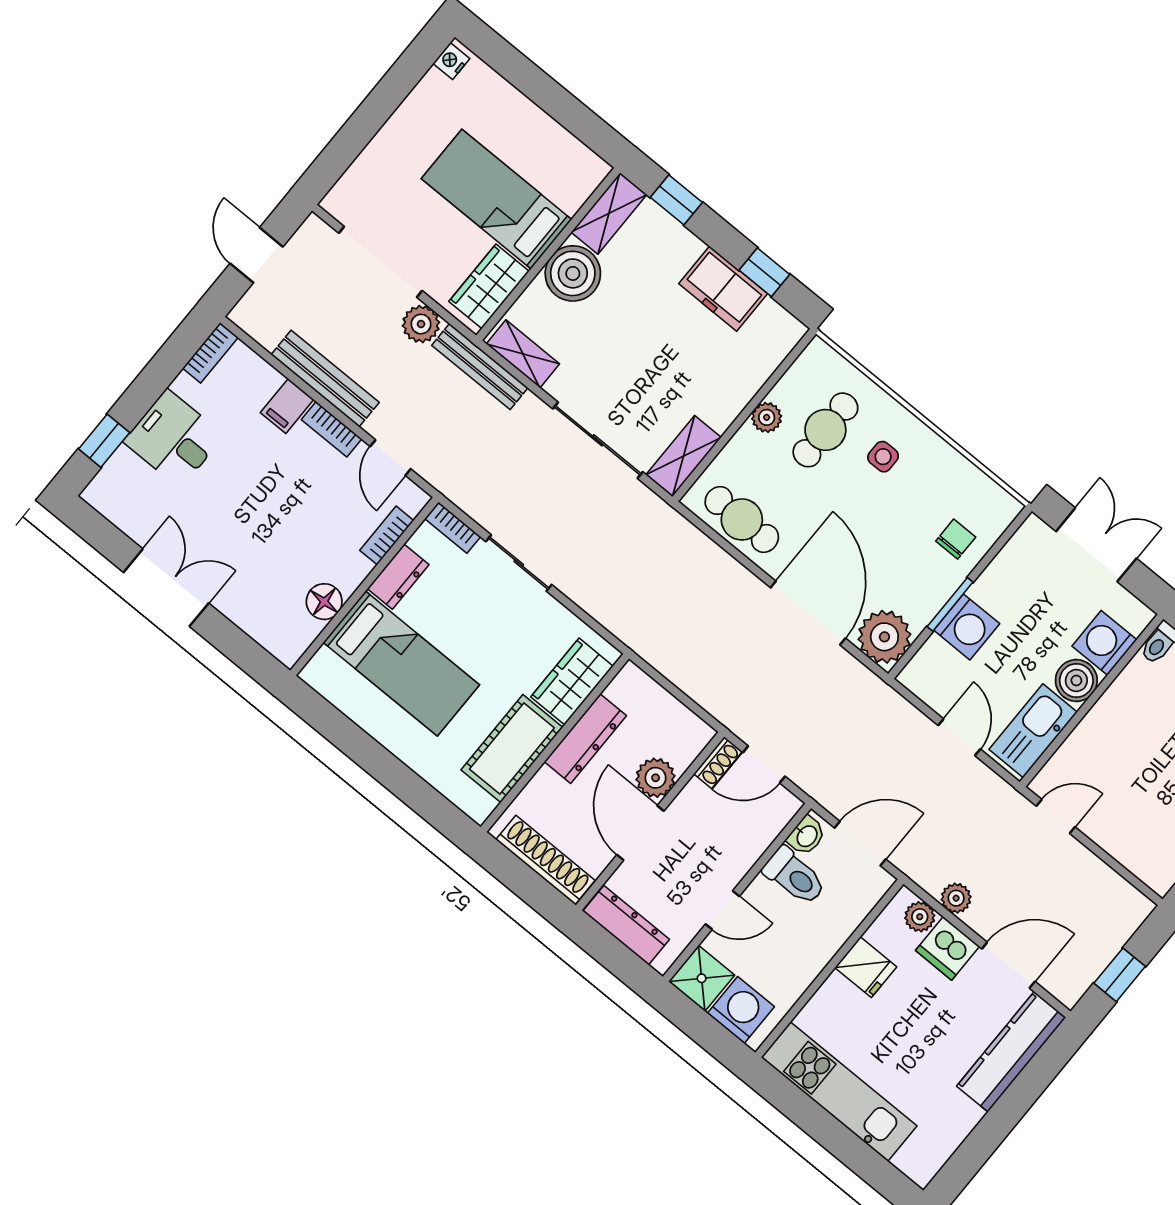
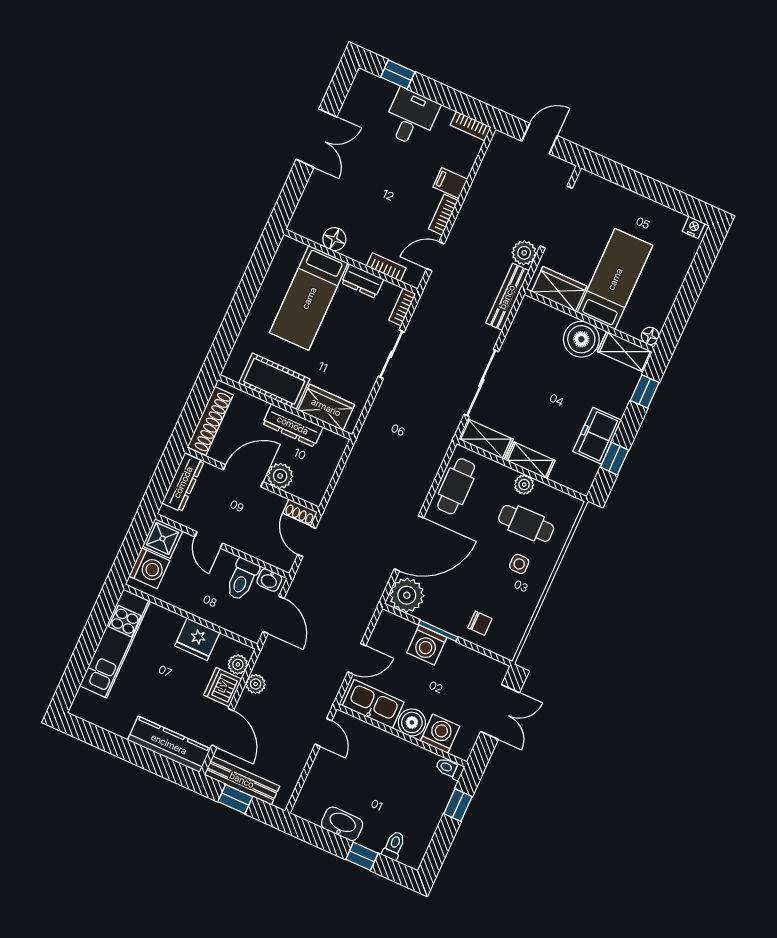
floor lamp: (596, 170) -> (650, 336), added
shelving: (523, 354) -> (530, 460), moved, turned 90
bench: (325, 379) -> (242, 780), moved, turned 90
fridge: (866, 967) -> (197, 639), width x1.38

